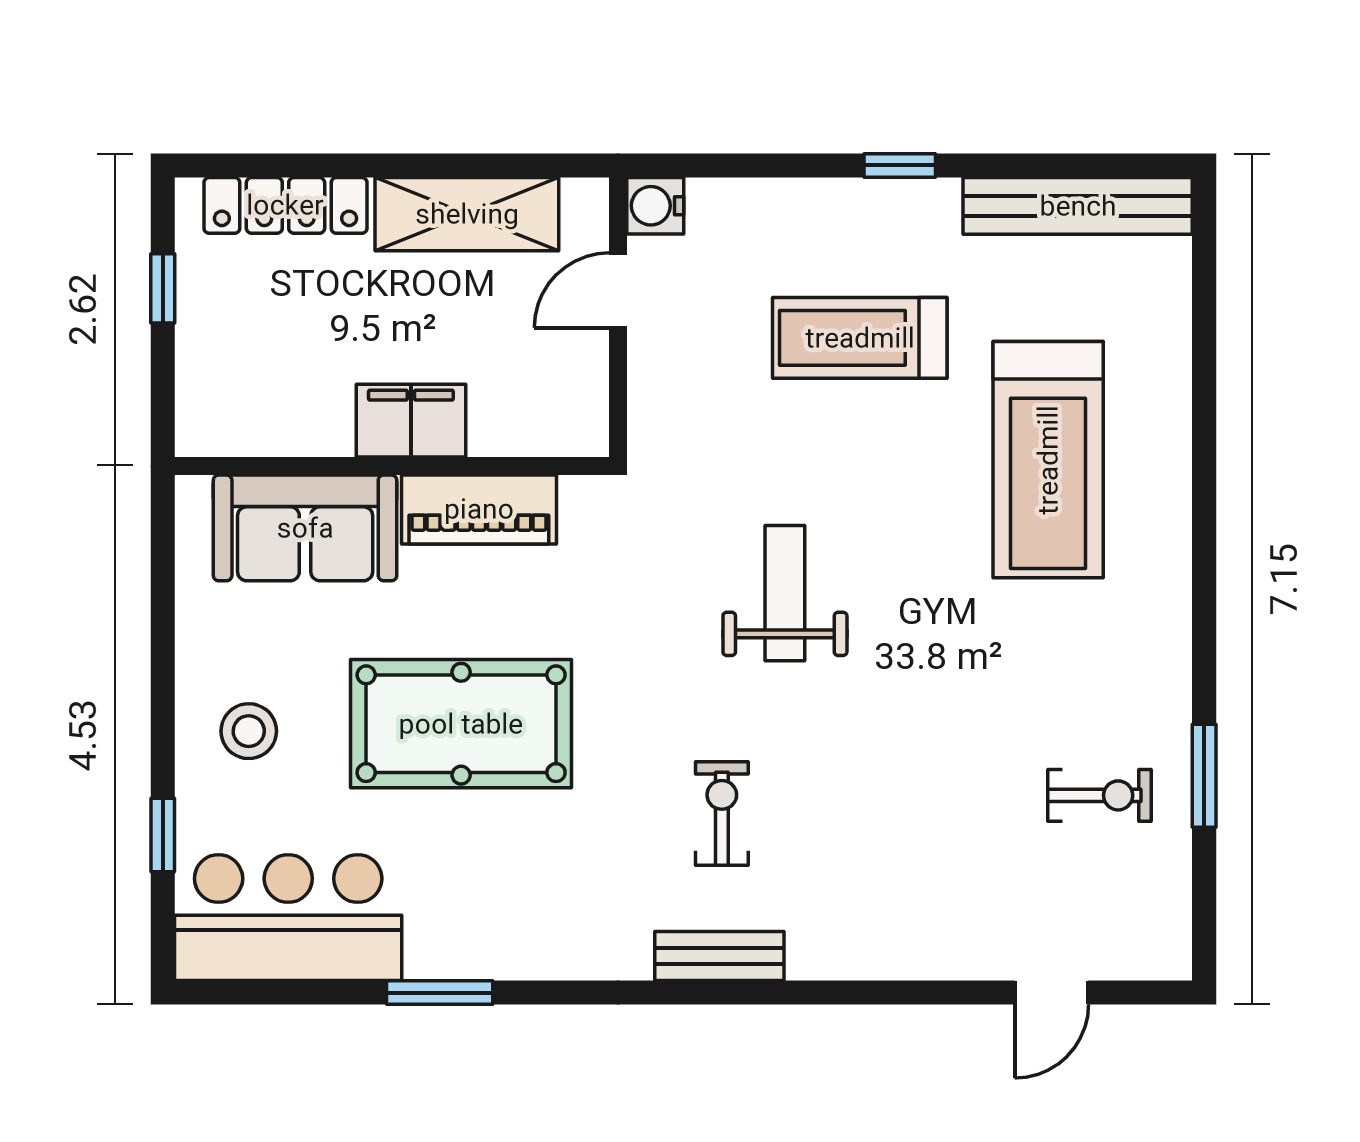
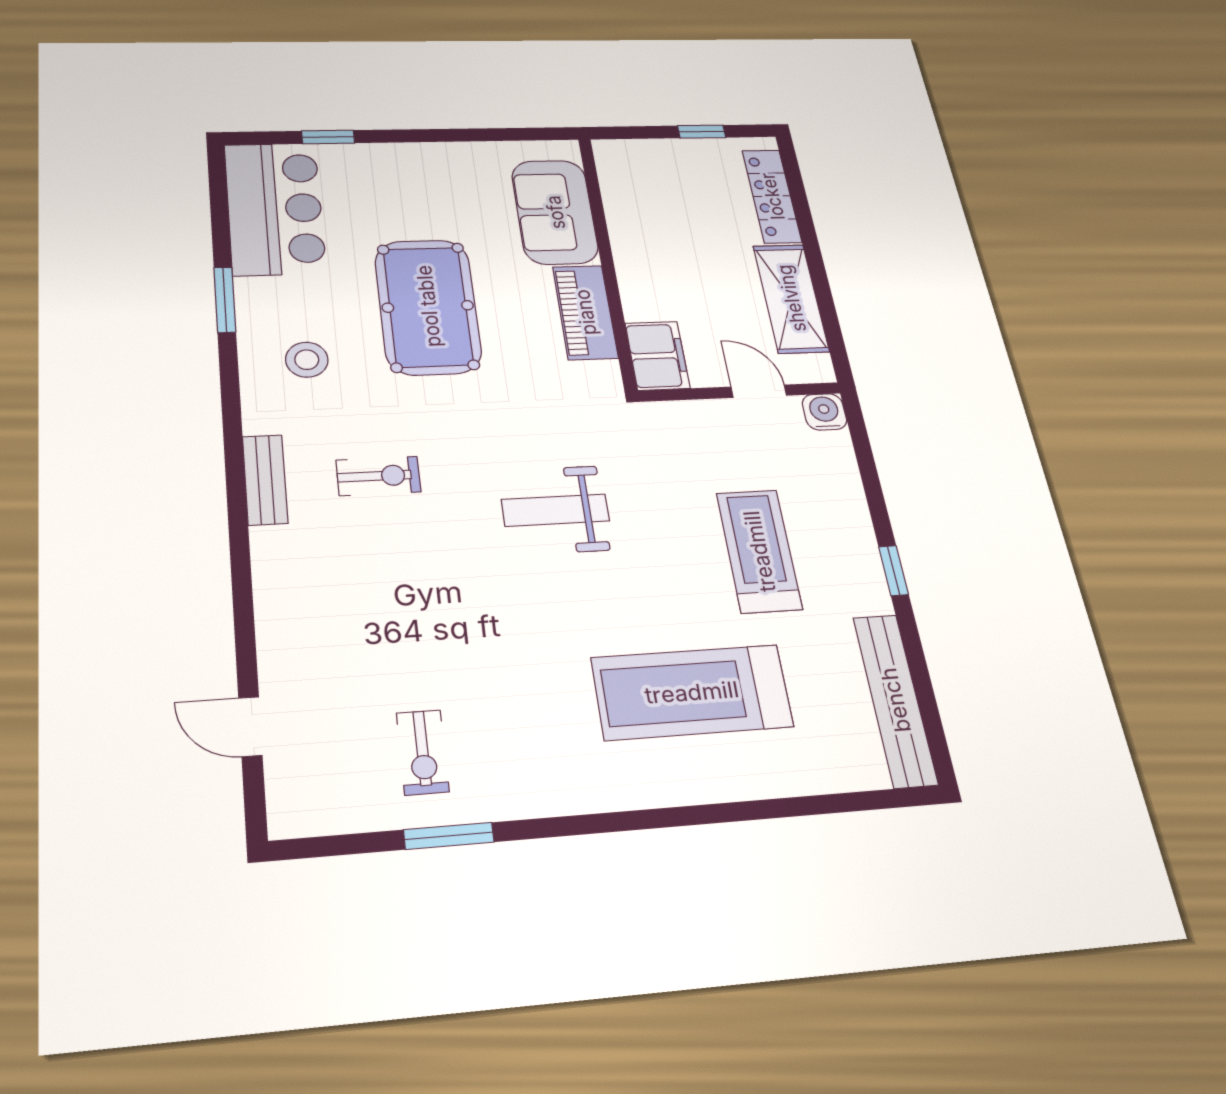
filing cabinet: (411, 421) -> (657, 356), moved
weight bench: (785, 593) -> (555, 510), turned 180
stool: (249, 731) -> (307, 360), moved

